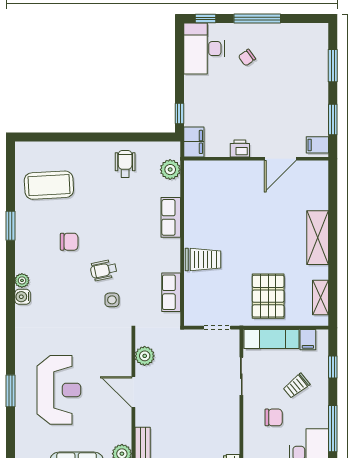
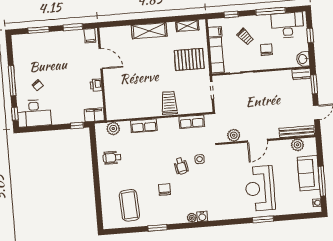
reception desk: (59, 390) -> (260, 188), turned -90

